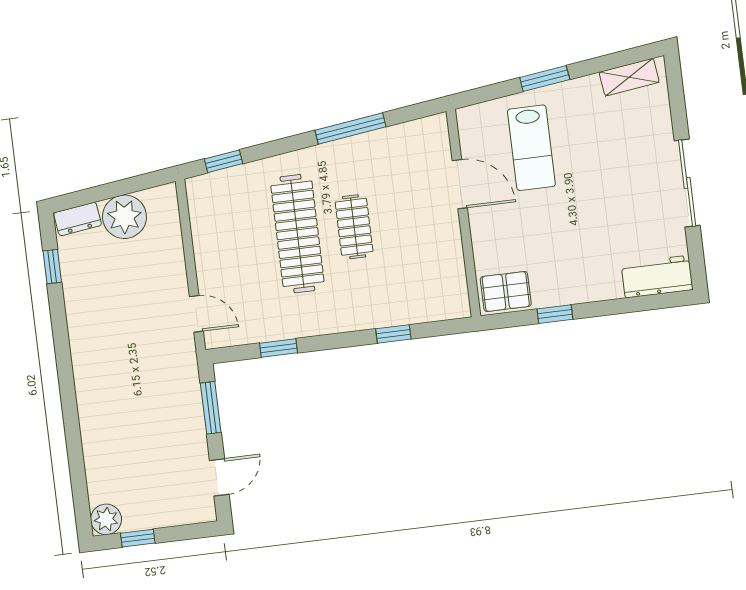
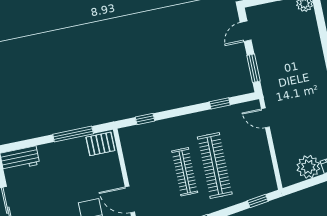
clothes rail: (354, 227) -> (185, 172), width x1.36
window: (555, 314) -> (73, 134), width x2.17
window: (393, 334) -> (145, 119), moved

